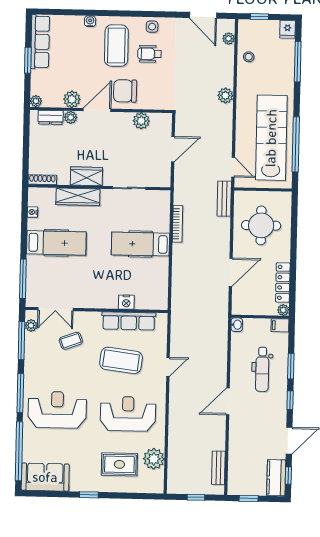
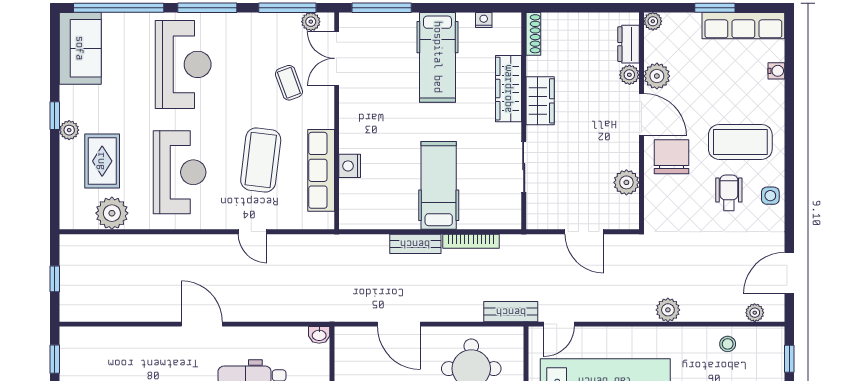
water cooler: (90, 21) -> (776, 71), moved
bench: (218, 468) -> (415, 244), moved
plant: (99, 486) -> (69, 130), added

